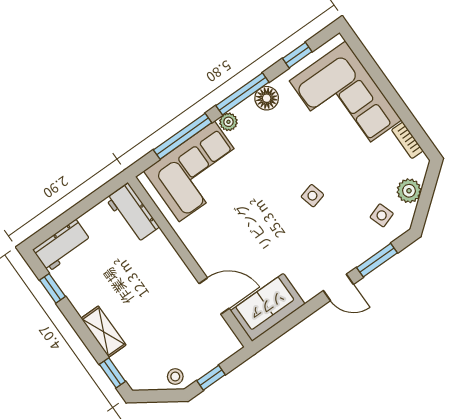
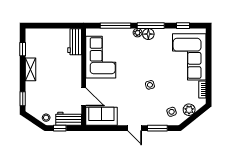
floor lamp: (267, 98) -> (148, 34), moved
corner sofa: (197, 171) -> (101, 57), moved, turned -90
workbench: (62, 246) -> (69, 119), moved, turned 180
shelving: (103, 332) -> (30, 69), moved

